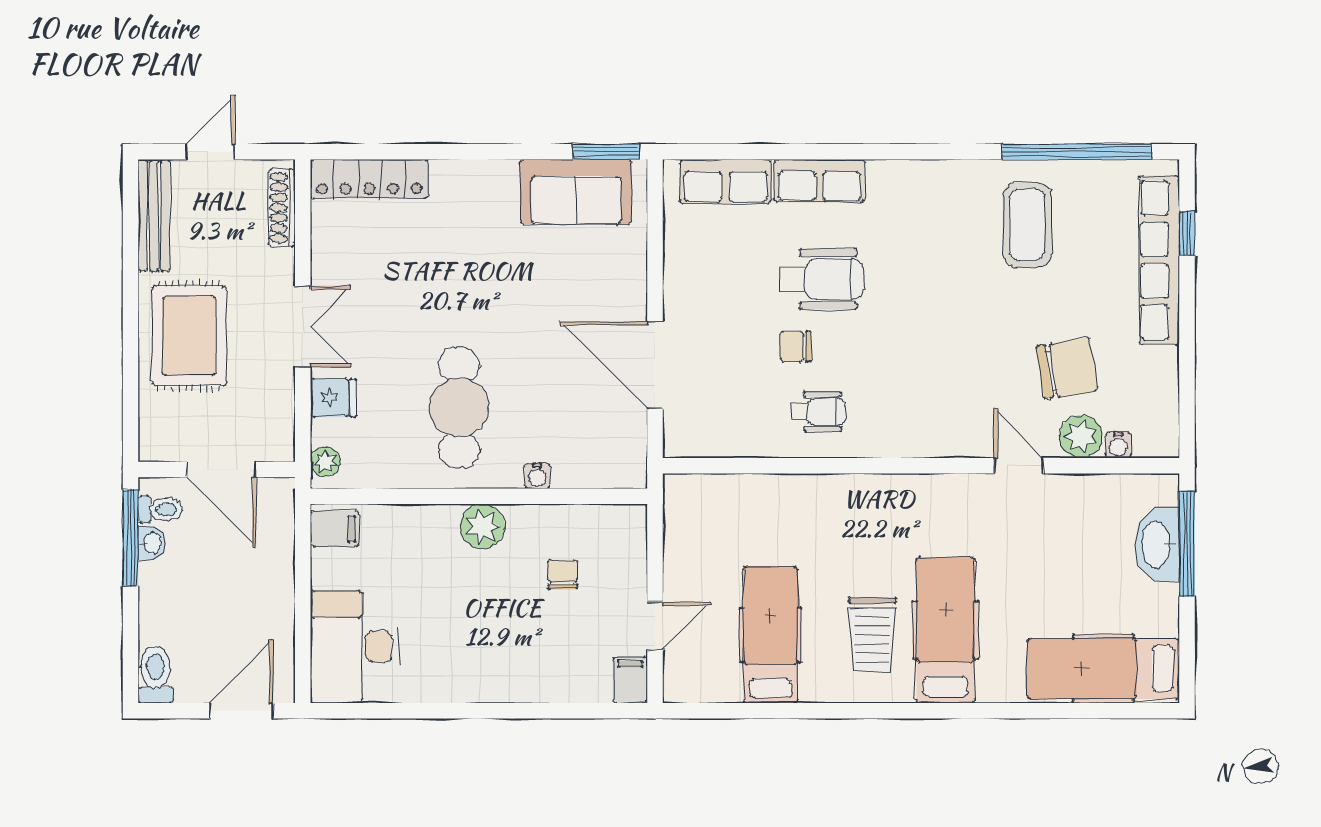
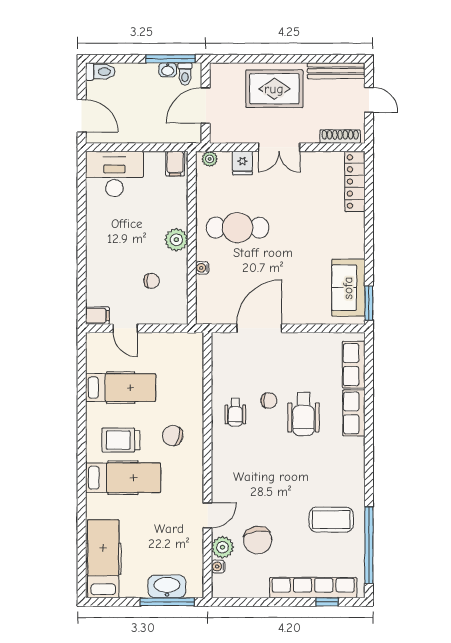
chair: (795, 347) -> (269, 401), turned 90
chair: (864, 534) -> (173, 436), added

